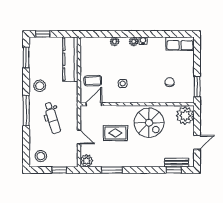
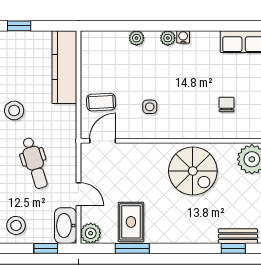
rug: (115, 133) -> (131, 222), moved, turned 90
washbasin: (71, 156) -> (66, 226), added

